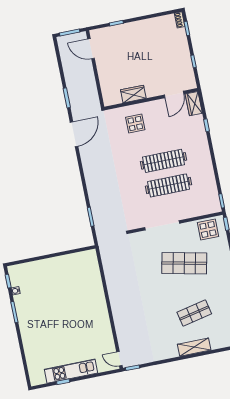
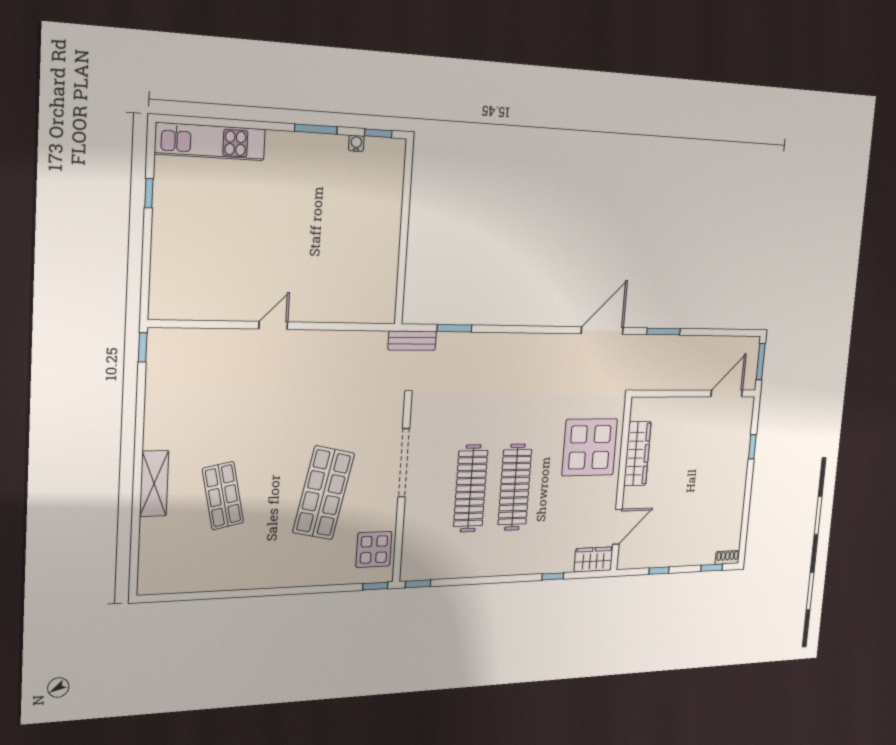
wardrobe: (133, 94) -> (637, 454), width x1.50
door: (174, 94) -> (617, 527), swing flipped
display table: (135, 124) -> (590, 447), width x1.86, depth x1.86
door: (74, 134) -> (602, 331), swing flipped
bench: (101, 237) -> (412, 341), added
door: (119, 359) -> (273, 325), moved
kitchen unit: (71, 371) -> (210, 142), moved, turned 90

